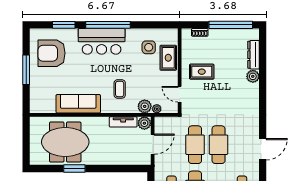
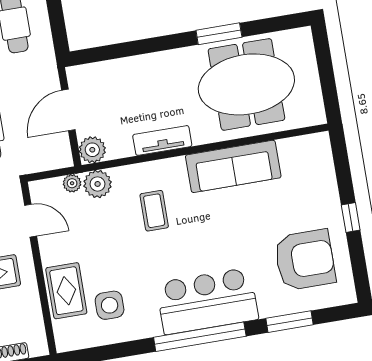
window: (26, 70) -> (351, 218), width x0.46
tv unit: (123, 122) -> (162, 140), moved

